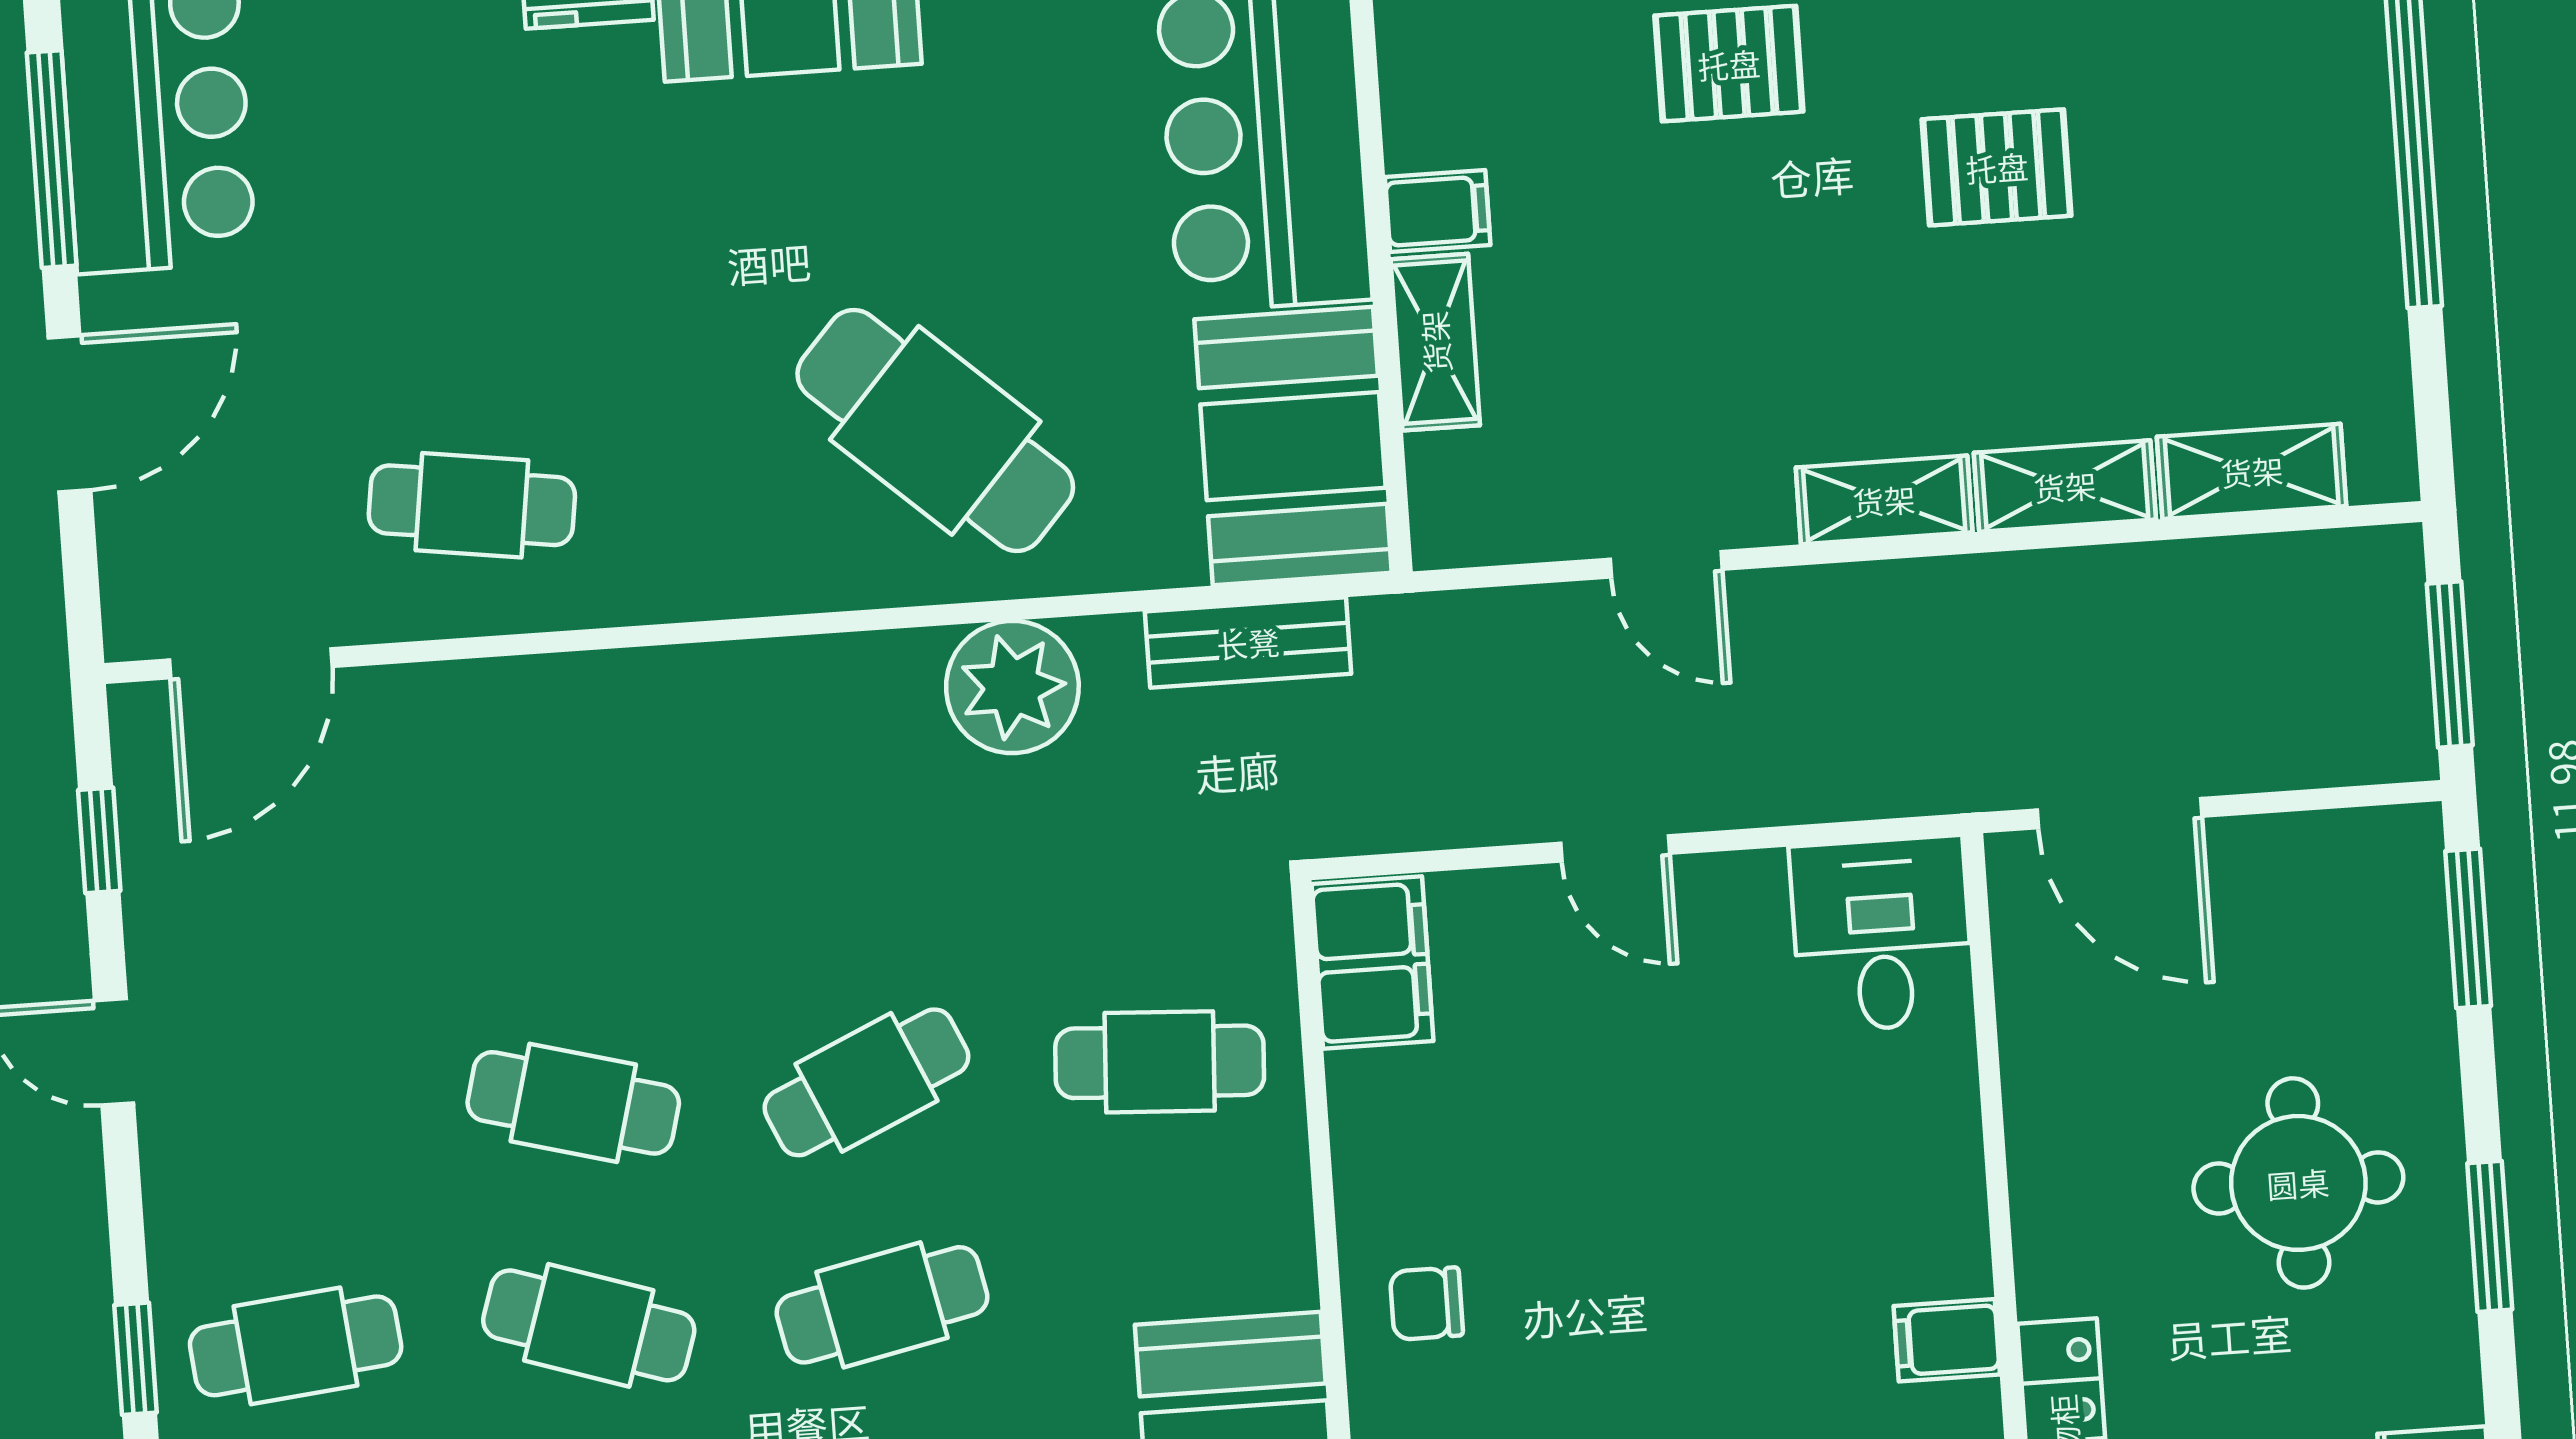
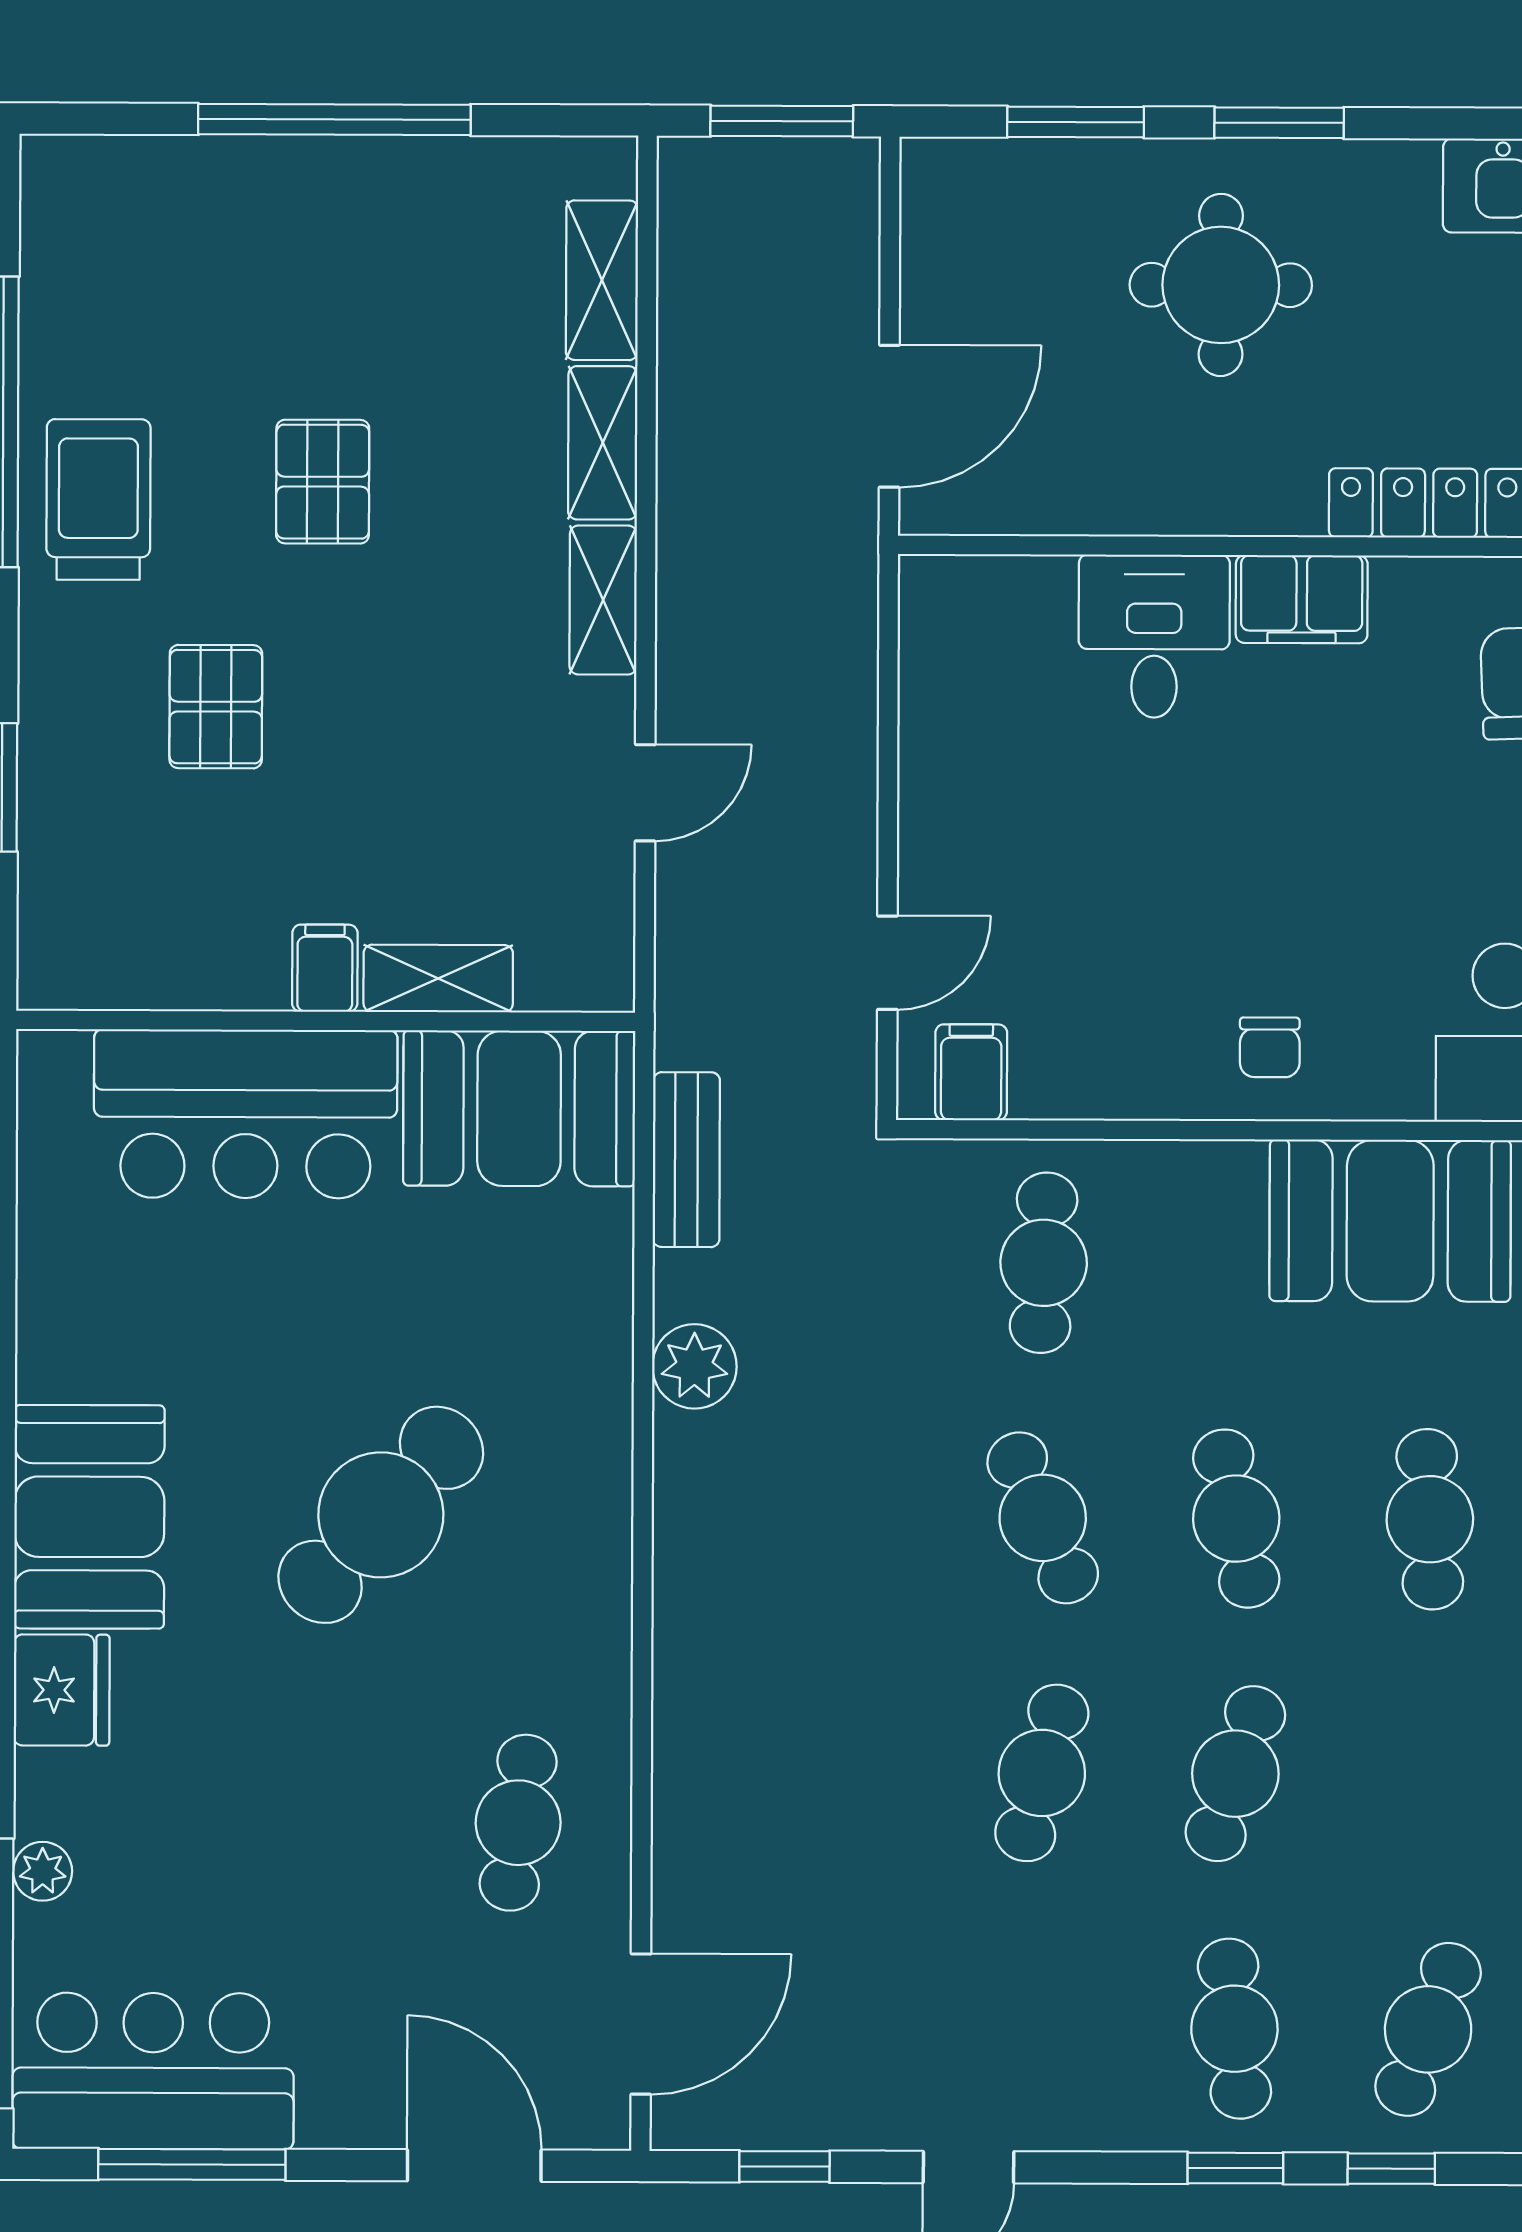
door: (69, 414) -> (474, 2165), moved
cafe table: (935, 430) -> (381, 1515), moved
door: (251, 663) -> (641, 2024), hinge flipped
plant: (1012, 687) -> (694, 1366), width x0.73, depth x0.73
door: (1615, 848) -> (887, 963), moved
window: (2468, 928) -> (1076, 122), moved
desk: (1882, 934) -> (1154, 636), moved, turned 90
filing cabinet: (1373, 963) -> (971, 1072), width x0.50
filing cabinet: (1947, 1340) -> (1302, 599), width x2.00

